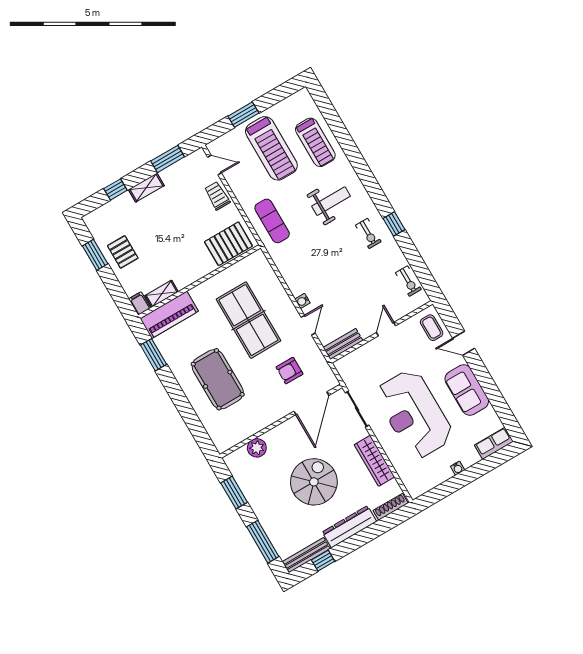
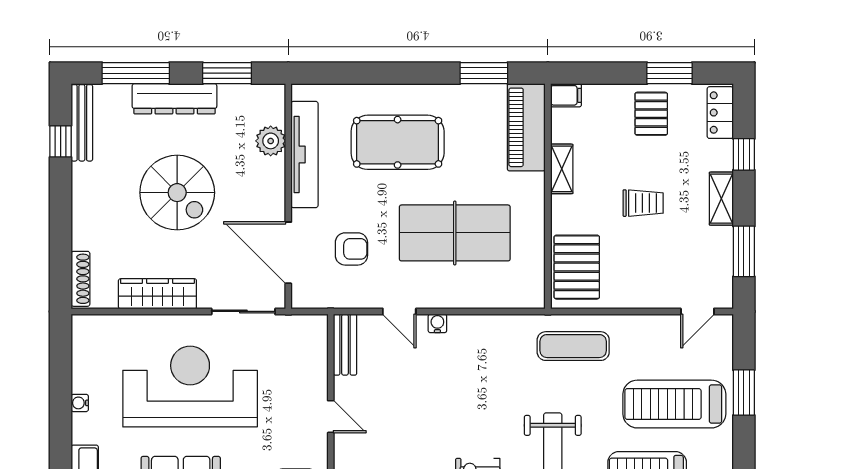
trolley: (217, 196) -> (643, 203), moved
locker: (100, 215) -> (720, 113), added
pallet: (123, 252) -> (651, 114), turned 90
shelving: (162, 294) -> (562, 169), moved
armchair: (289, 371) -> (351, 249), turned 90
tv unit: (253, 425) -> (305, 155), added
dresser: (349, 527) -> (174, 99), moved, turned 90

